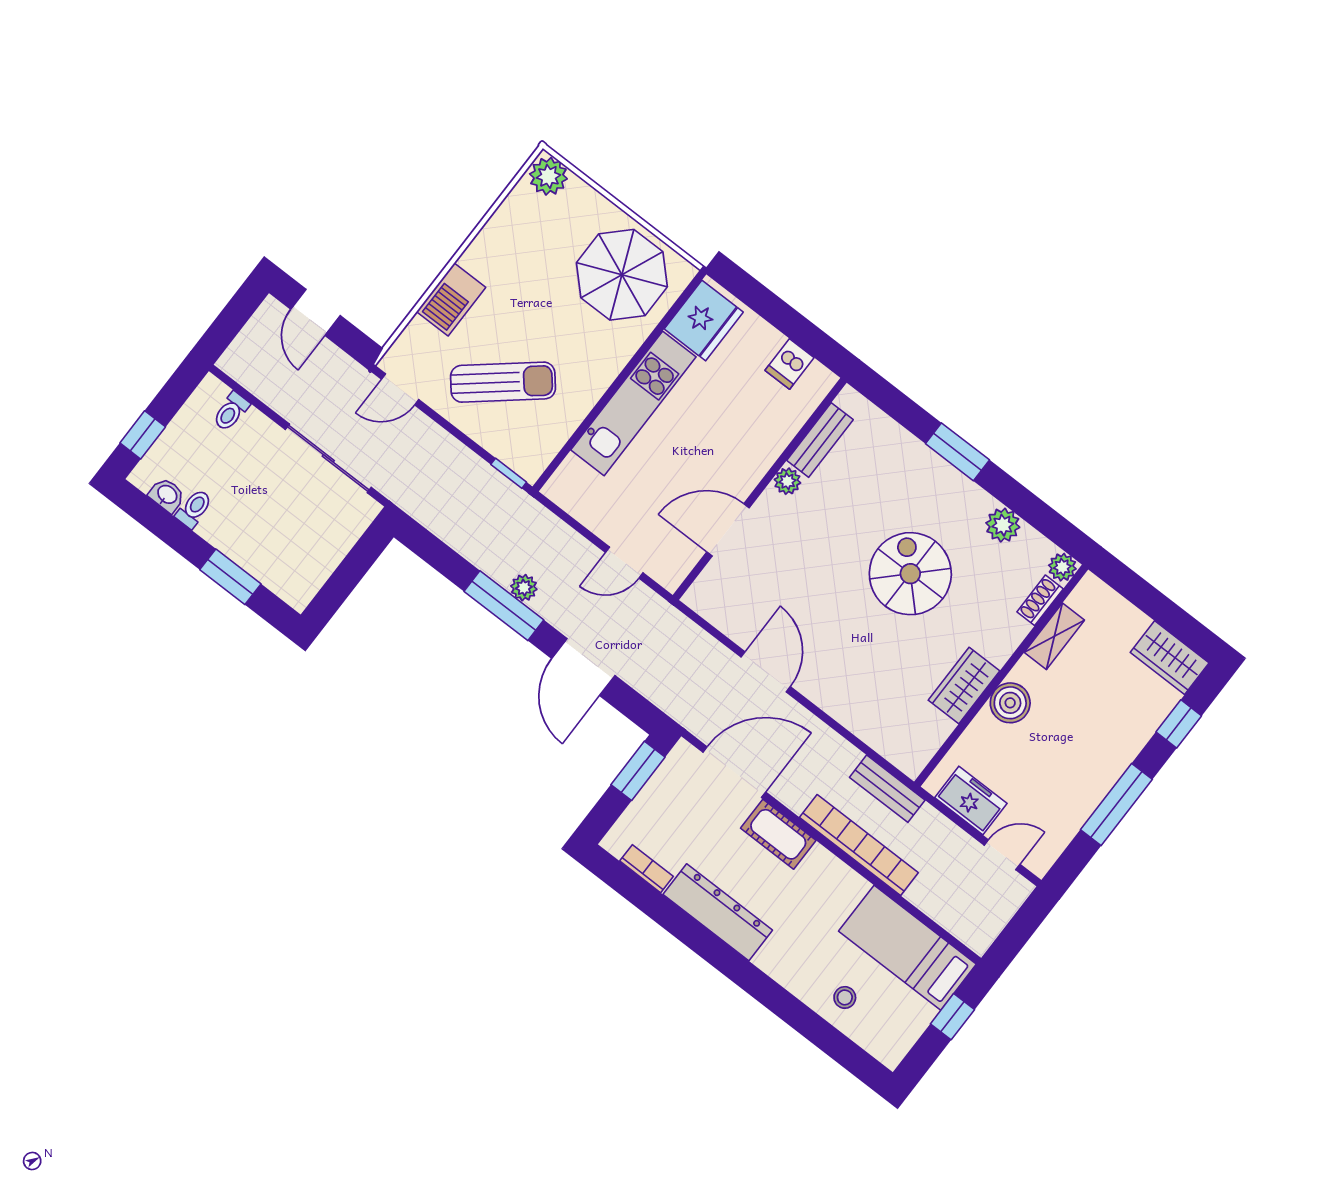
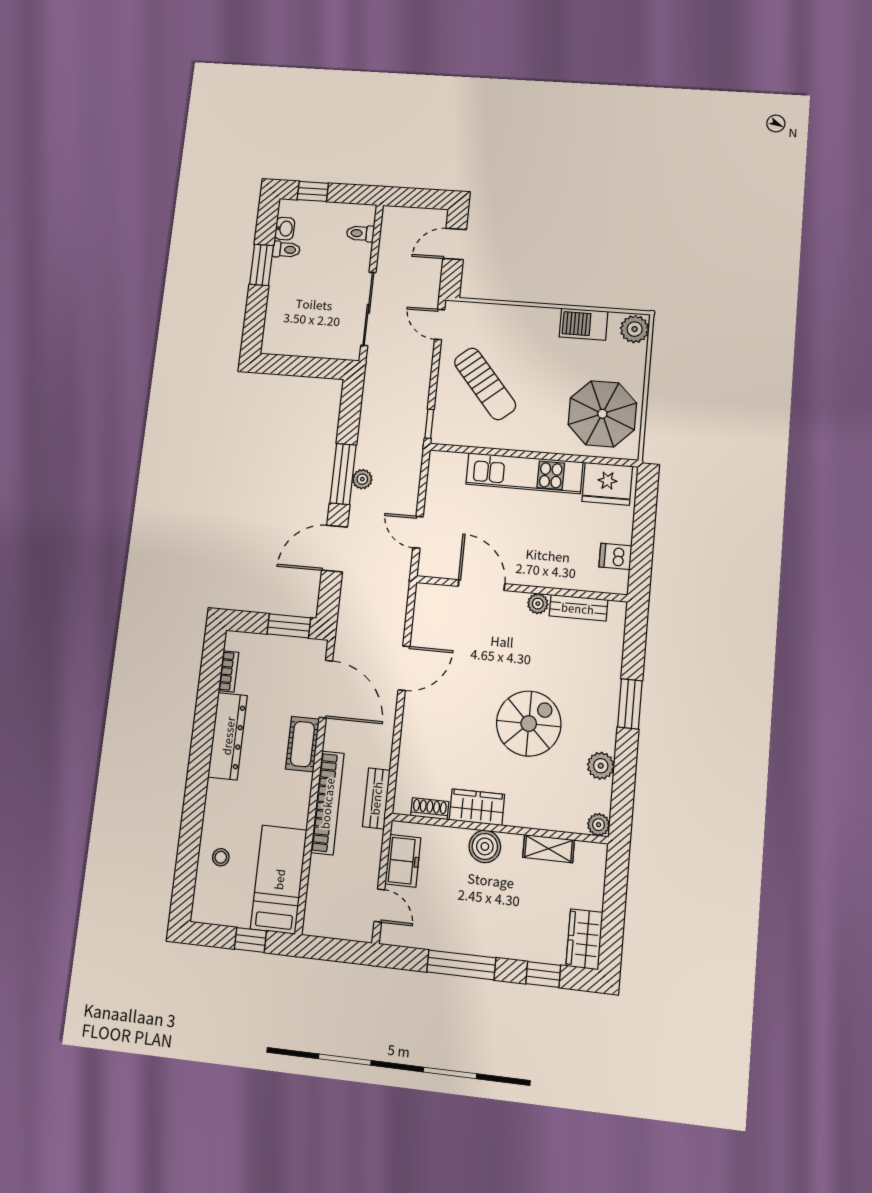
barbecue: (451, 299) -> (584, 324), moved
window: (230, 577) -> (262, 265), moved
shoe rack: (1040, 600) -> (430, 809), moved

